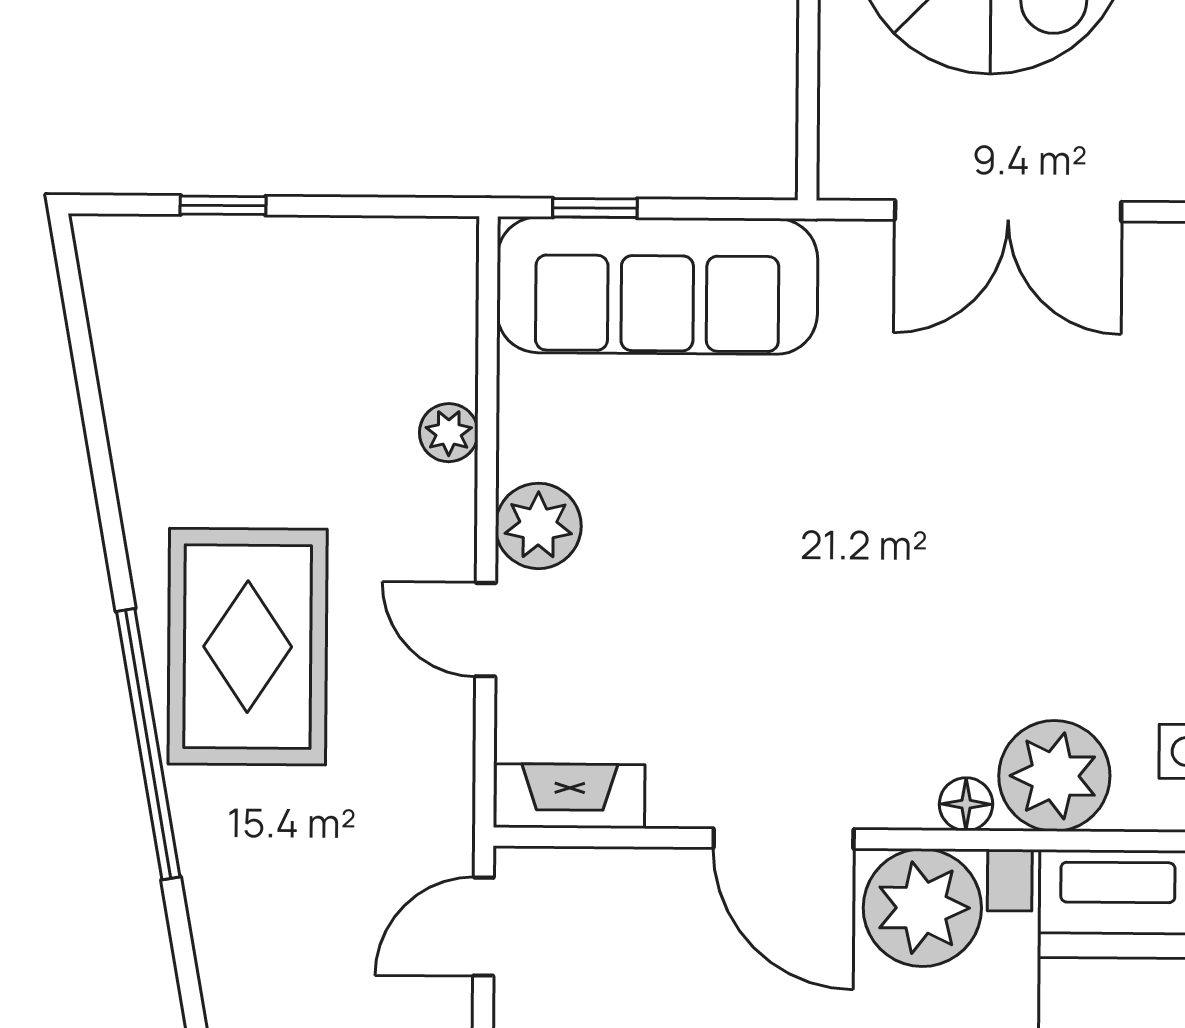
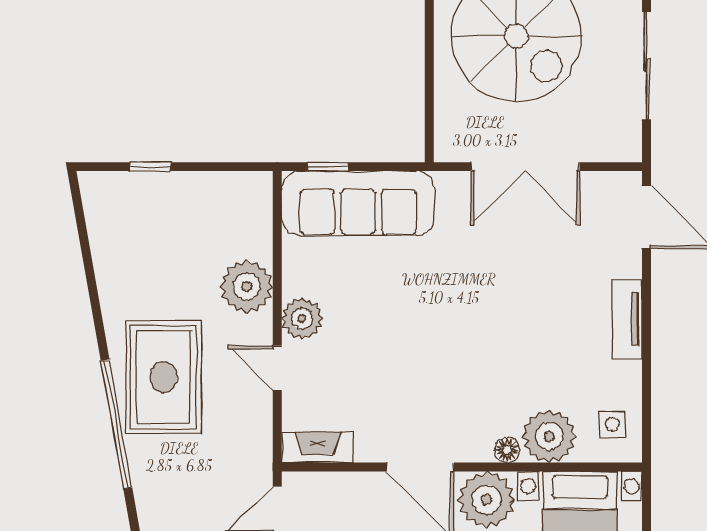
plant: (449, 433) -> (247, 287), width x1.87, depth x1.87

